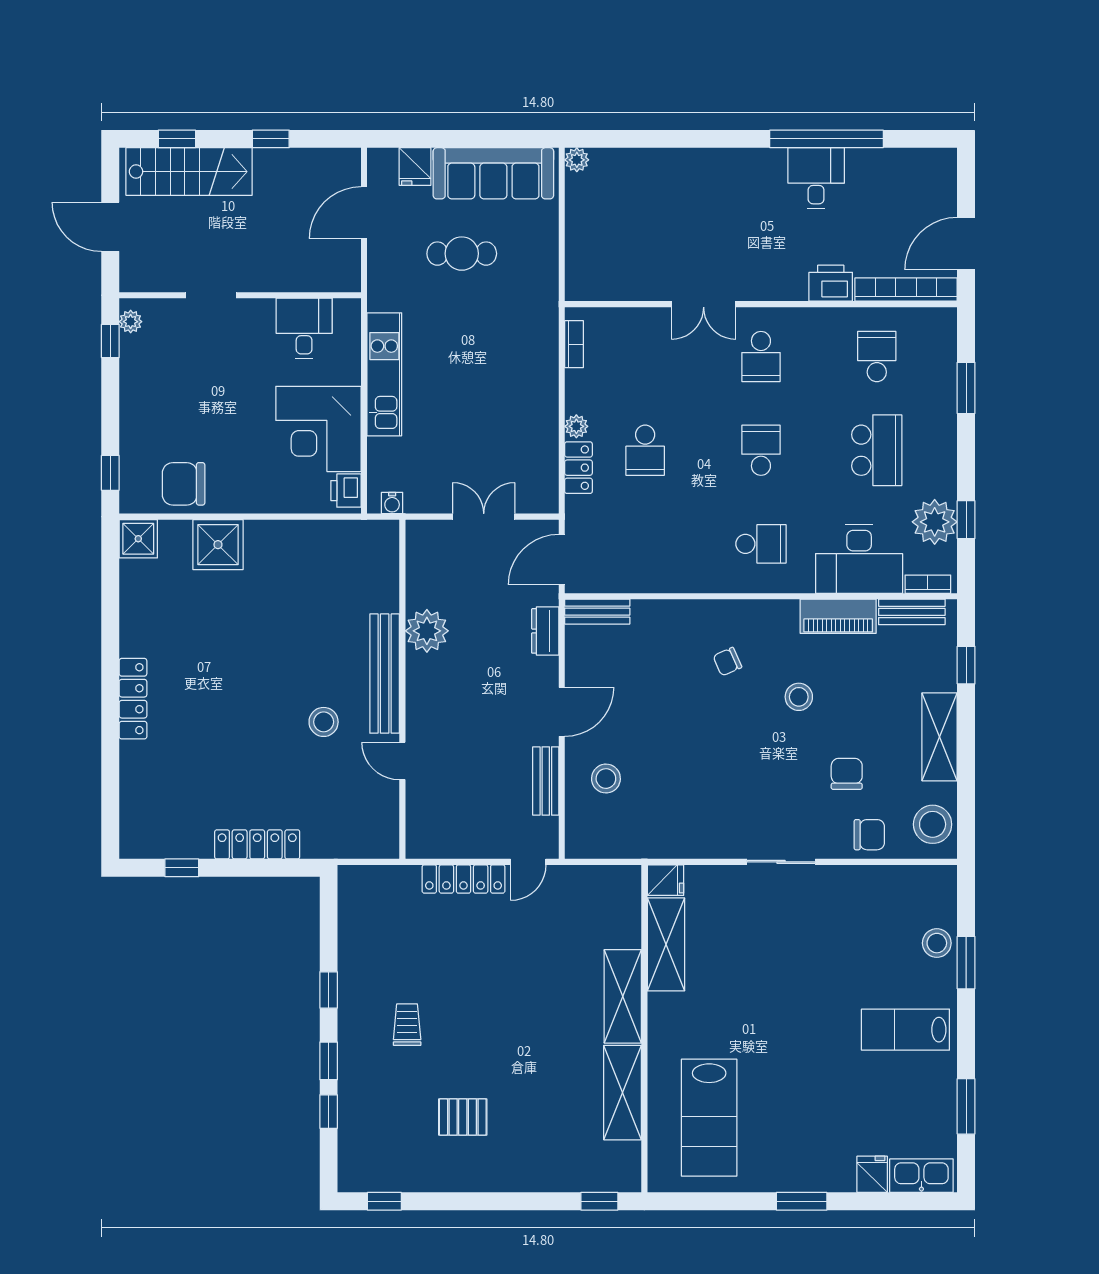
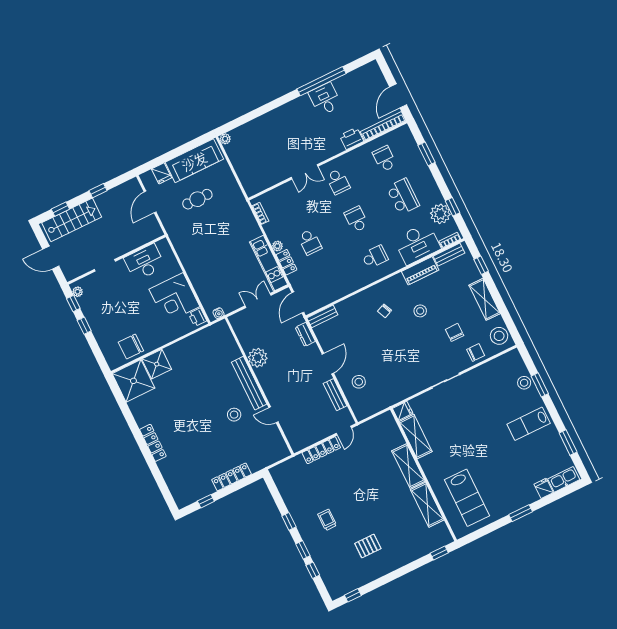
desk: (304, 328) -> (145, 262), width x1.37
kitchen unit: (384, 374) -> (269, 263), moved, turned 180
window: (110, 473) -> (84, 326), moved
shower: (138, 539) -> (133, 381), width x1.86, depth x1.86

